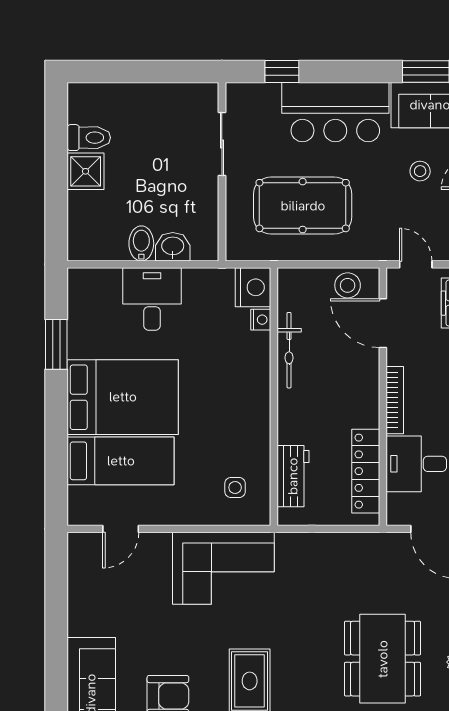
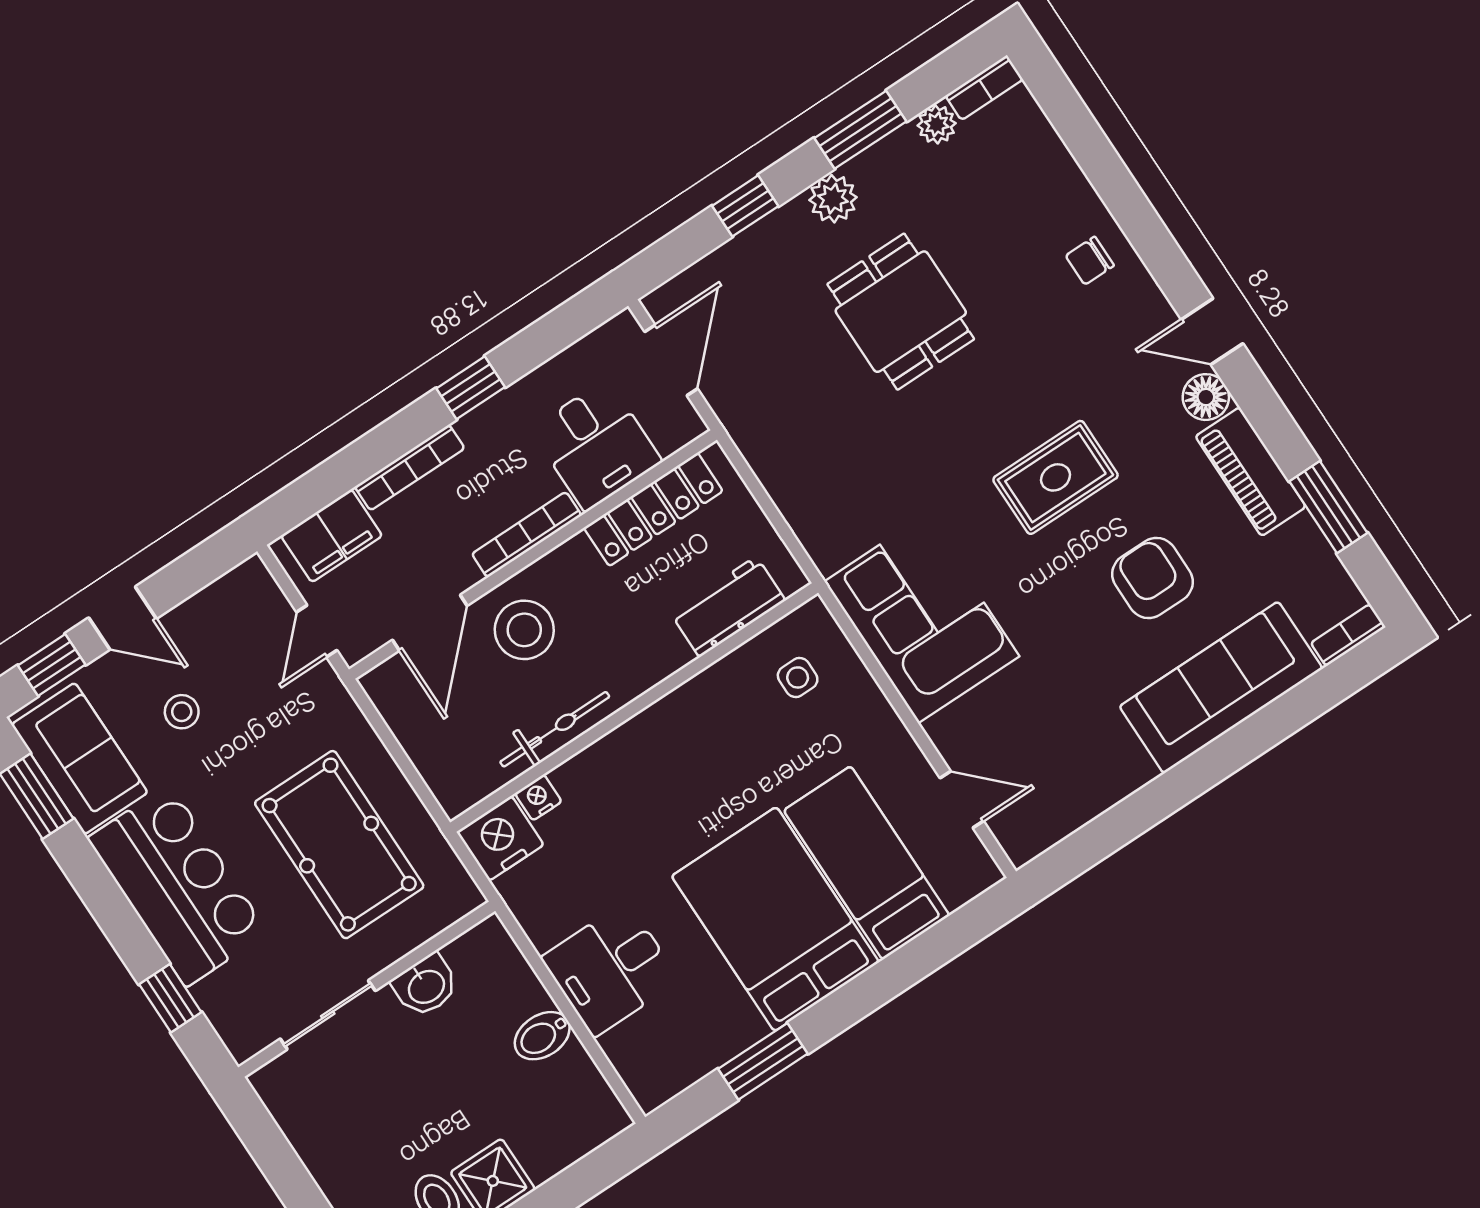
washbasin: (173, 247) -> (426, 986), moved, turned -90
stool: (348, 285) -> (524, 630), moved, width x1.38, depth x1.38
dining table: (383, 659) -> (901, 312), width x0.73

